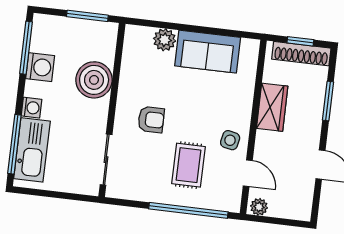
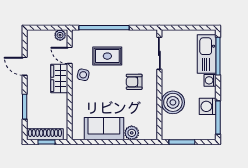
wardrobe: (272, 107) -> (59, 78), moved
rug: (188, 165) -> (107, 56), turned 90

